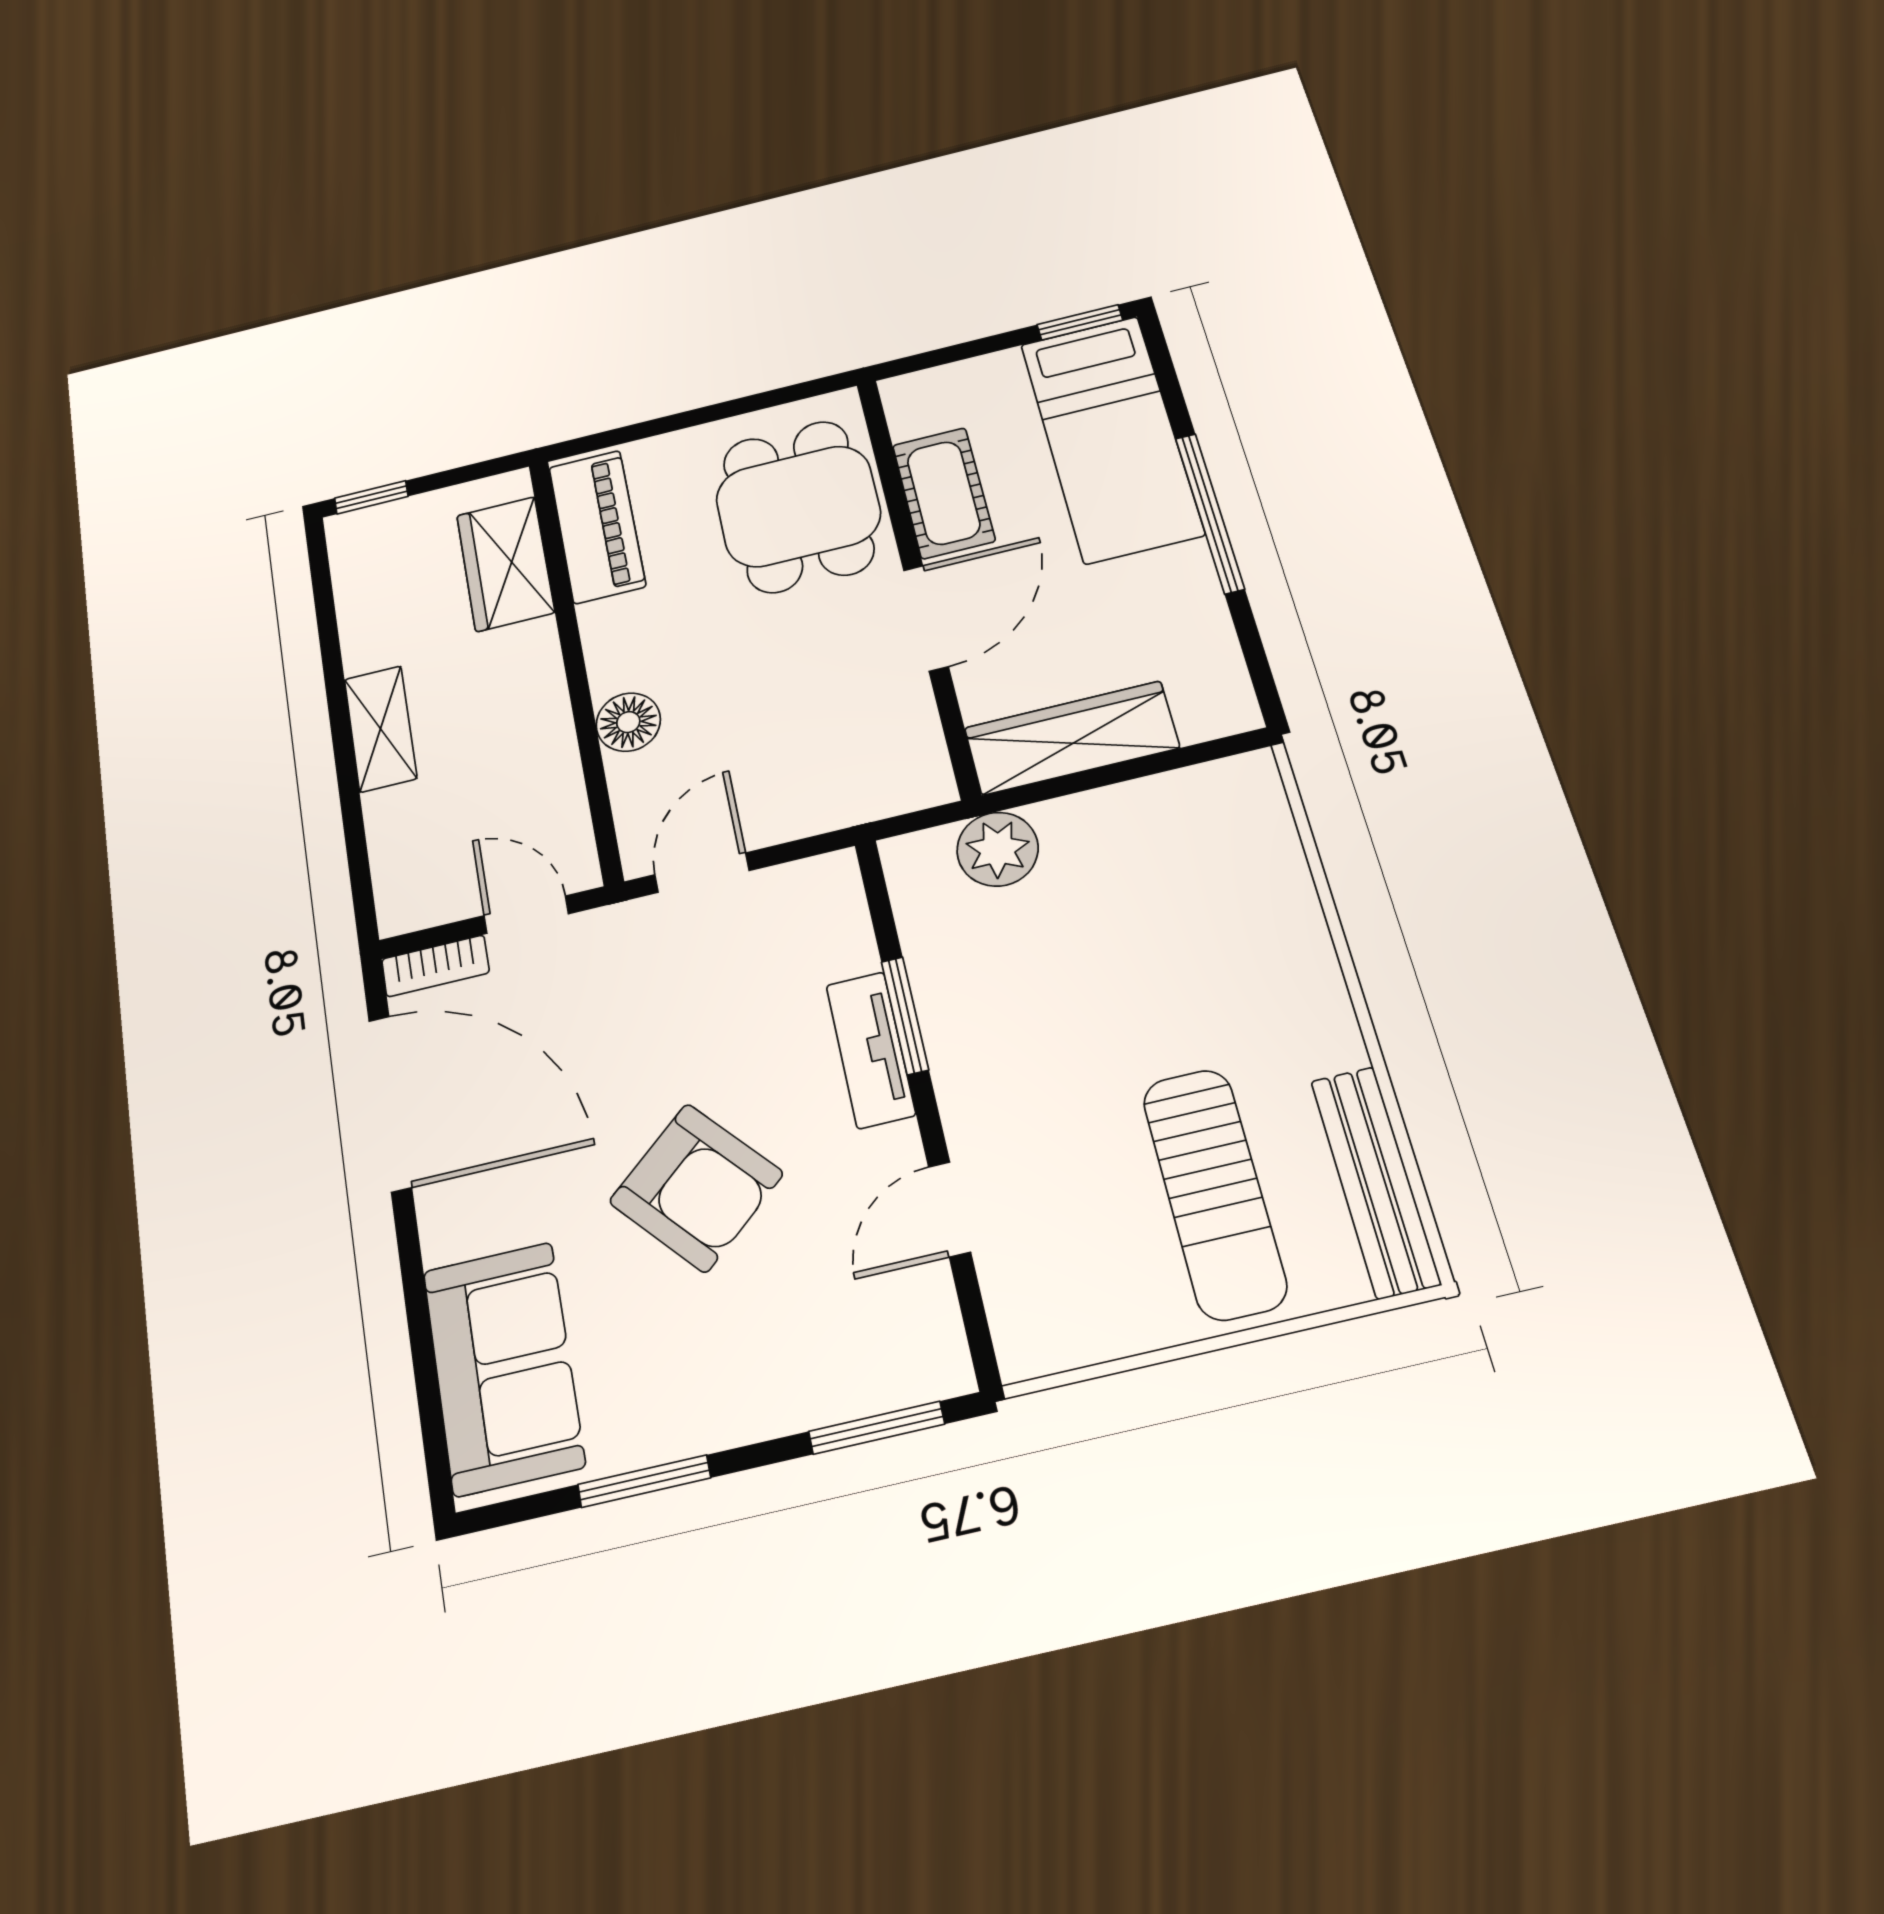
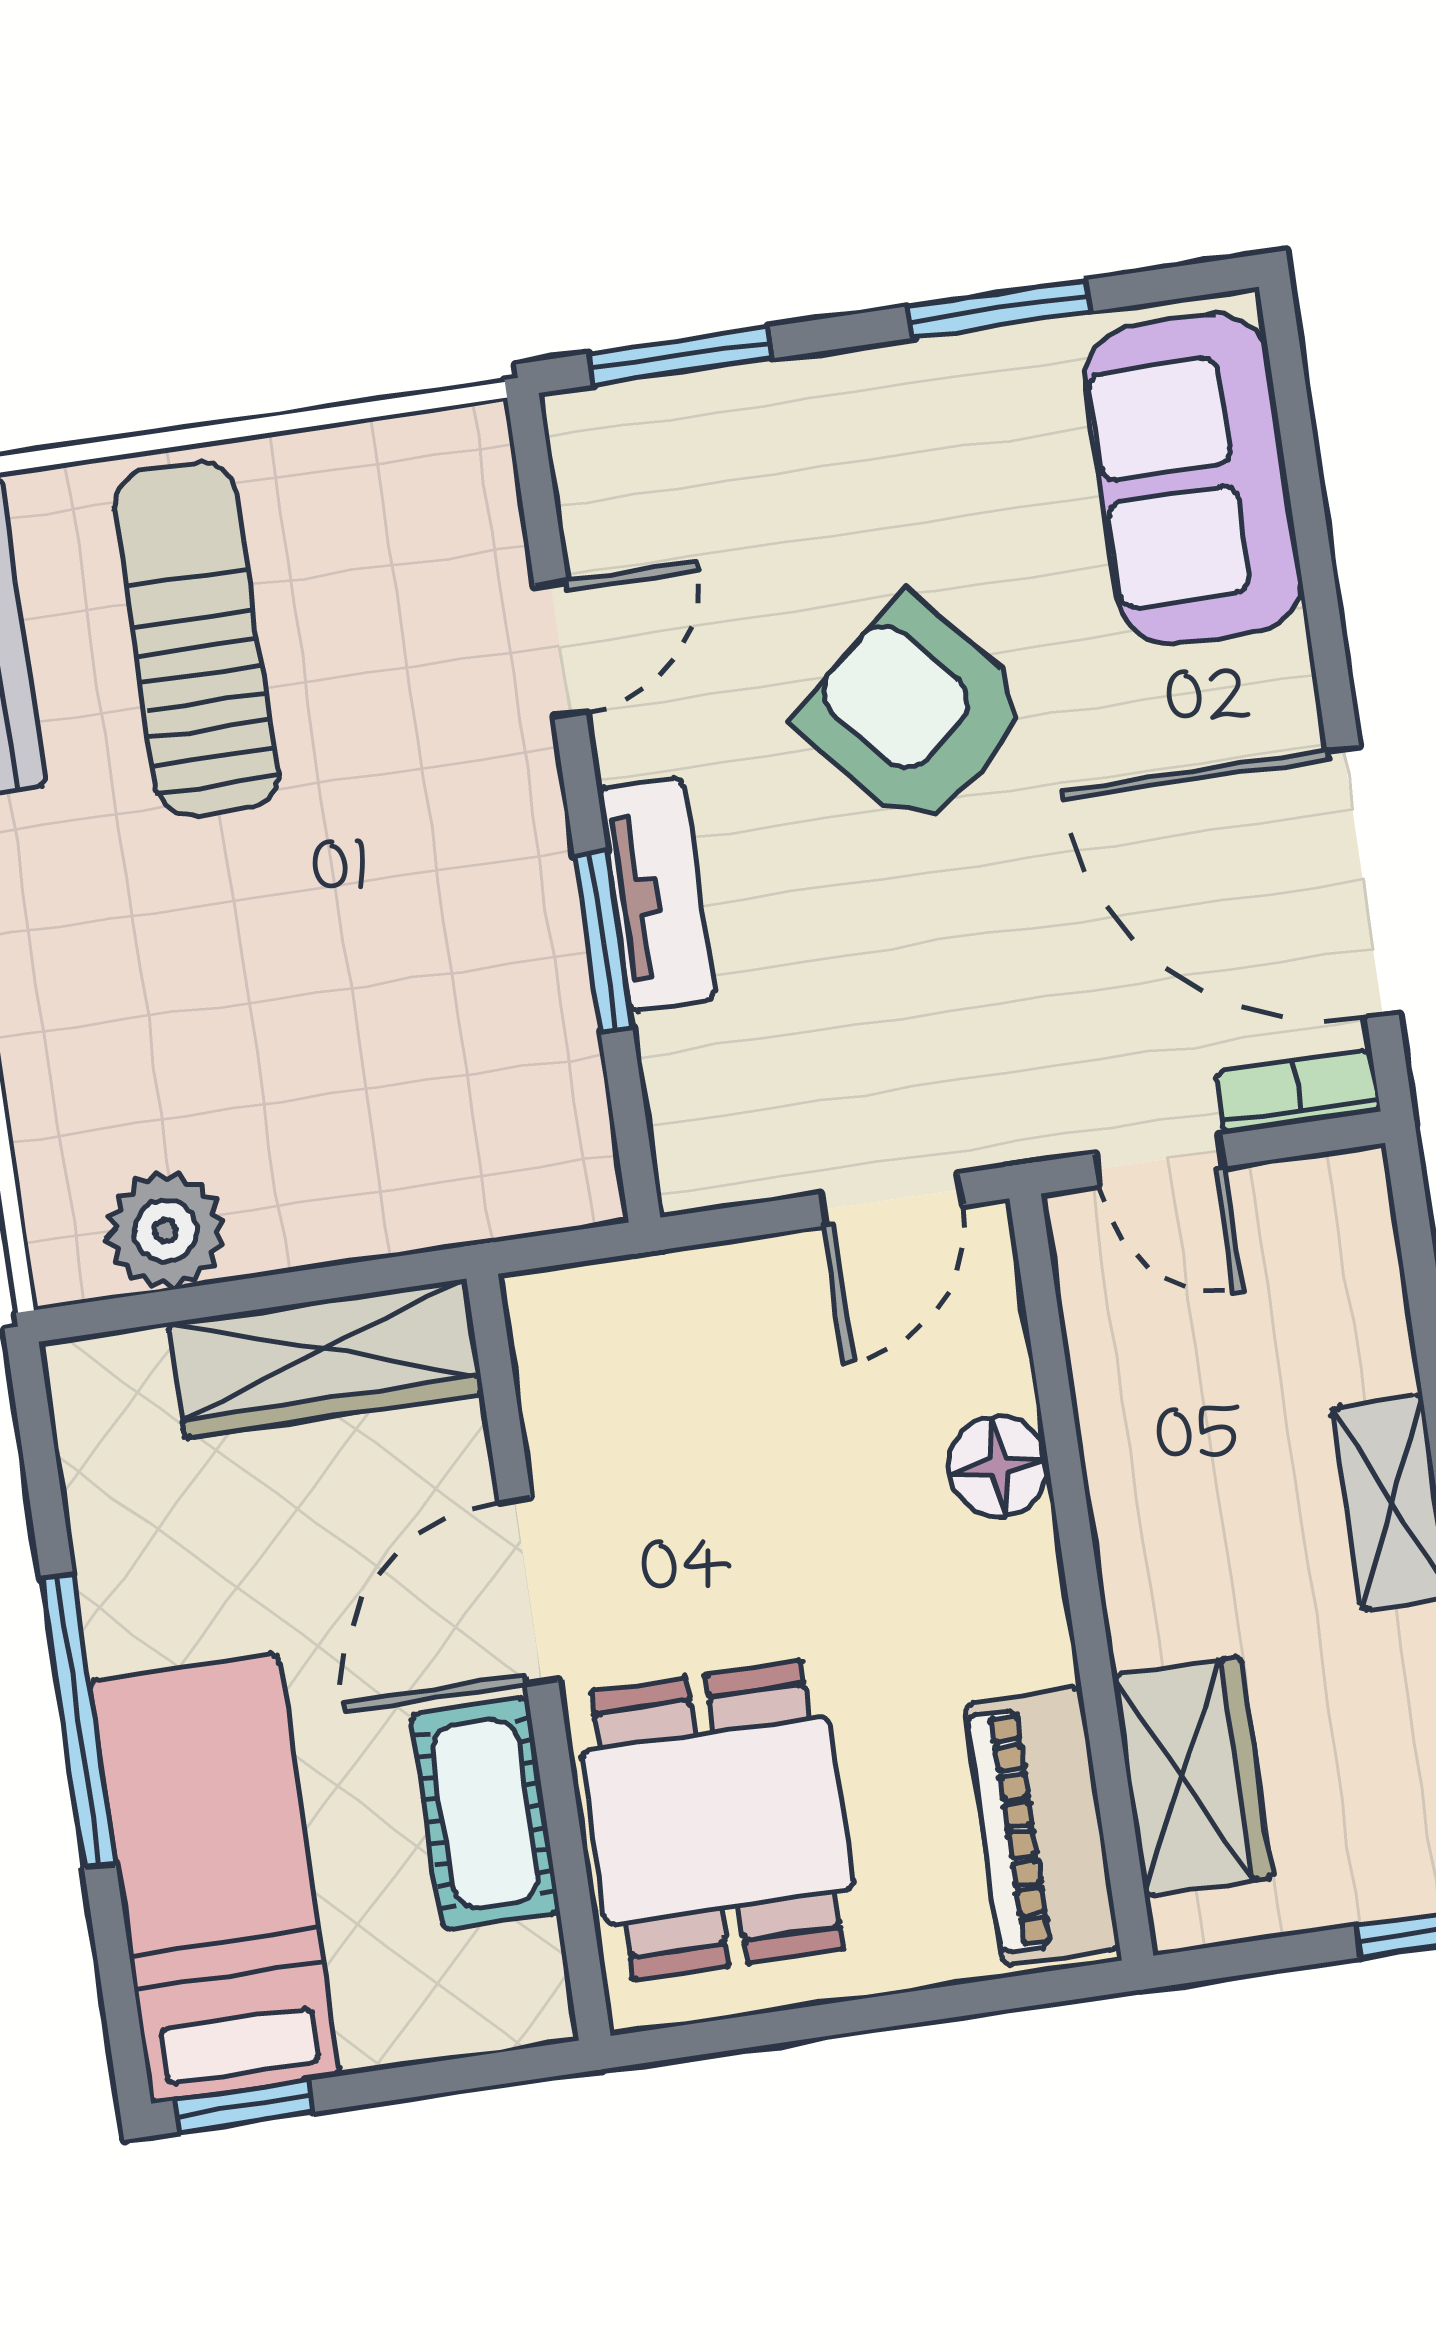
plant: (998, 849) -> (166, 1231), moved

